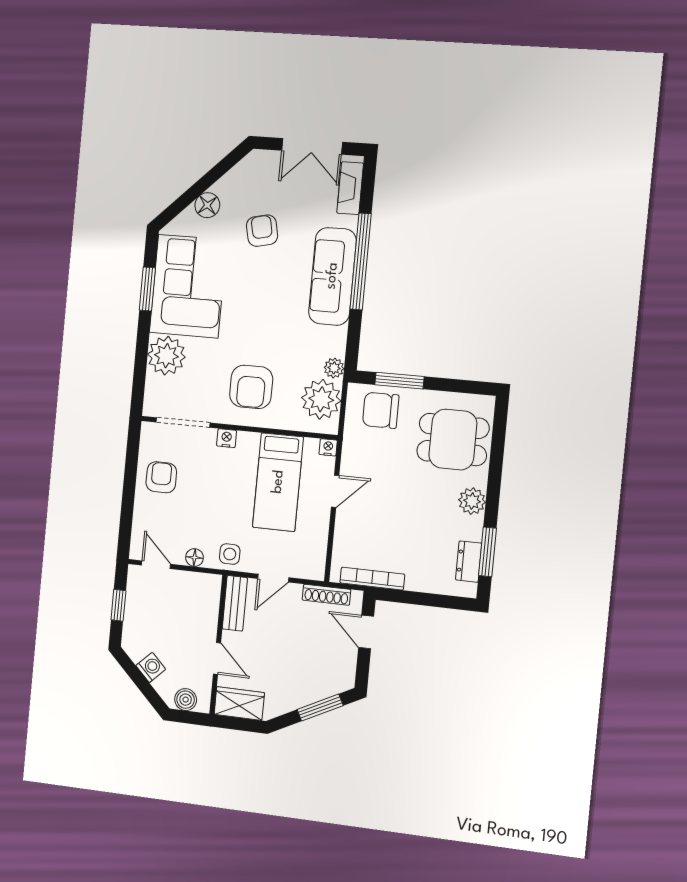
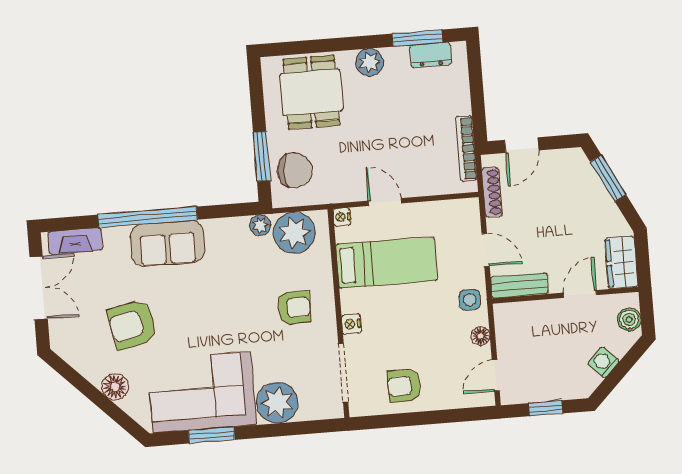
armchair: (262, 231) -> (132, 324), width x1.38, depth x1.38
sofa: (332, 276) -> (167, 243), width x0.73
armchair: (251, 387) -> (294, 308), width x0.72, depth x0.72
chair: (381, 410) -> (295, 170), turned -90

